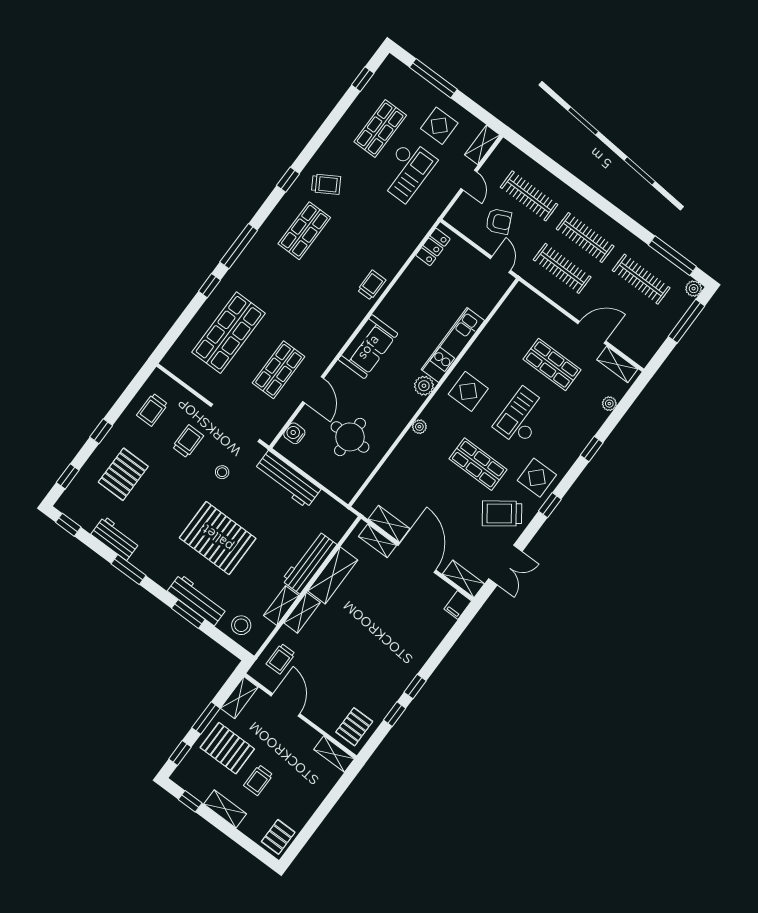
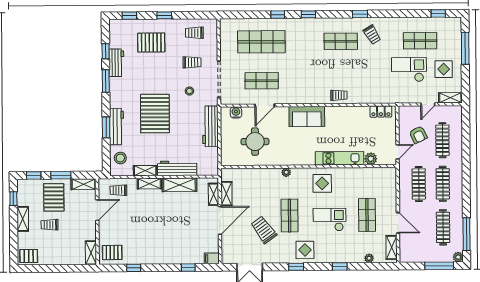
checkout: (406, 171) -> (409, 70), turned 180
window: (239, 246) -> (308, 14), width x0.46
plant: (424, 386) -> (371, 159), moved
trolley: (502, 513) -> (264, 230), moved
window: (68, 525) -> (106, 51), moved
shelving: (463, 579) -> (227, 251), removed
window: (415, 687) -> (188, 268), moved

